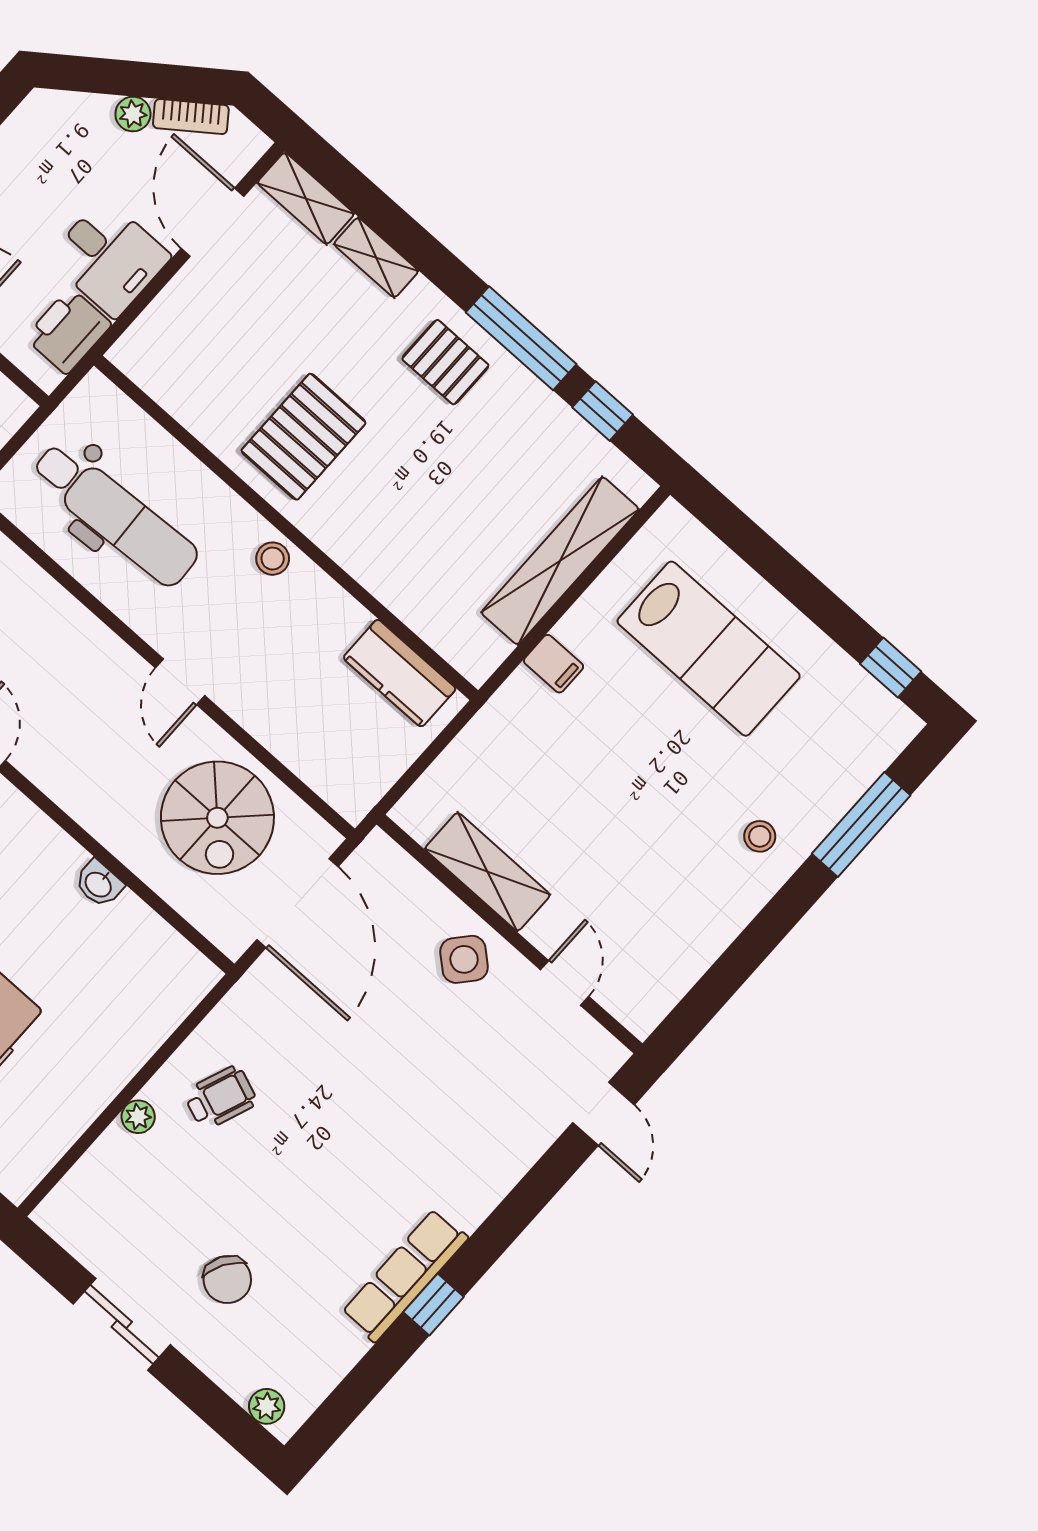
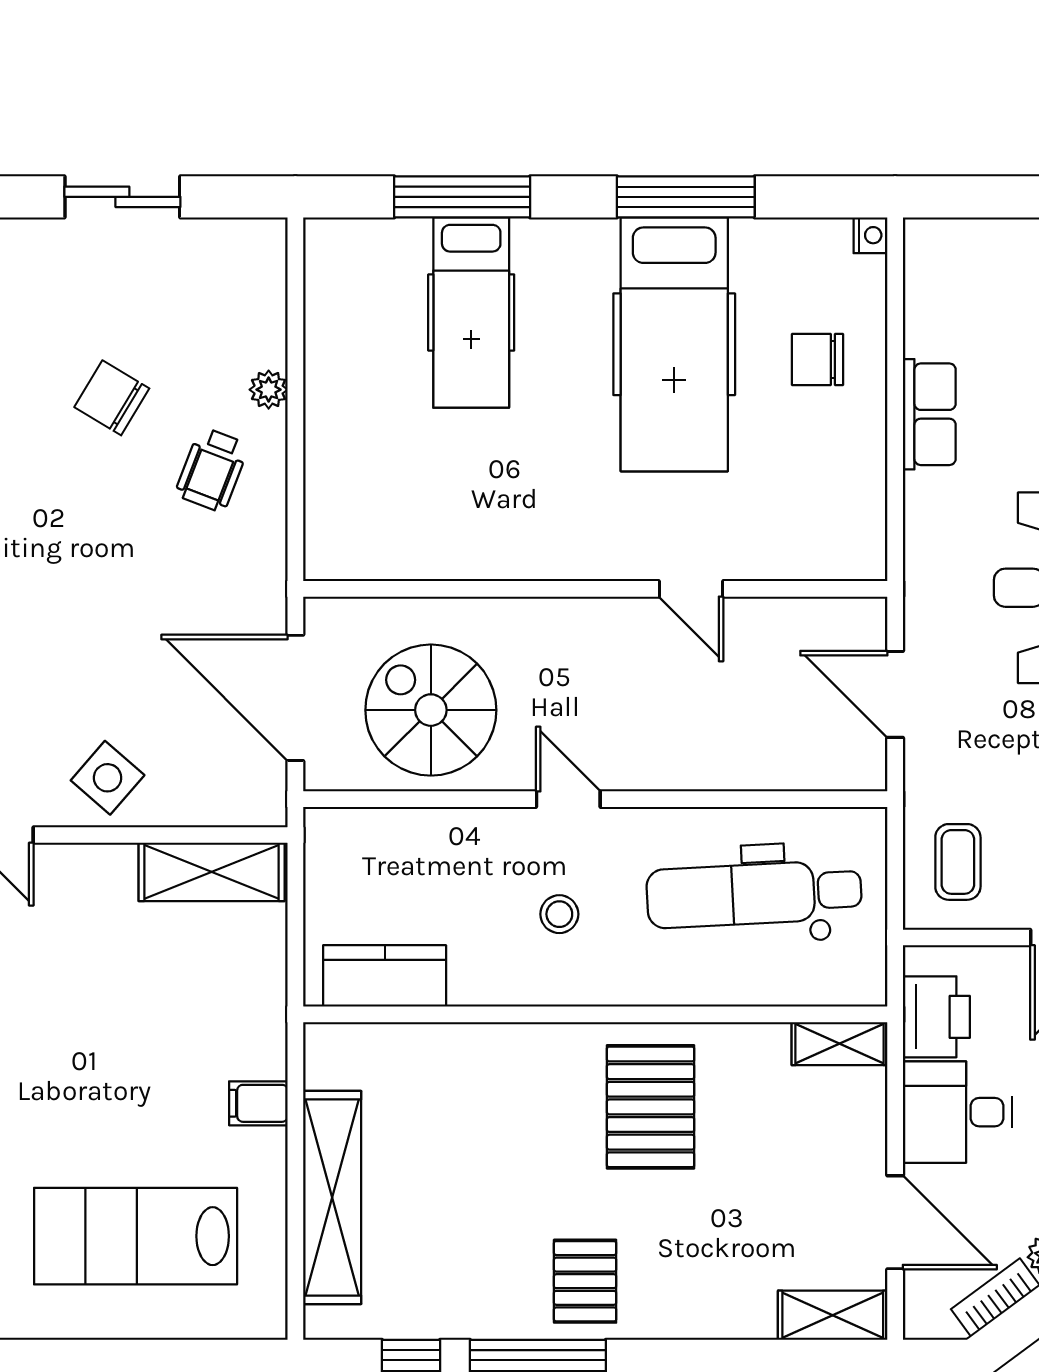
shelving: (376, 258) -> (840, 1044), moved
pallet: (445, 362) -> (585, 1281), turned 90
stool: (273, 559) -> (559, 914), moved
shelving: (488, 872) -> (212, 872), moved
washbasin: (99, 884) -> (483, 561), removed
chair: (227, 1280) -> (112, 398), moved

